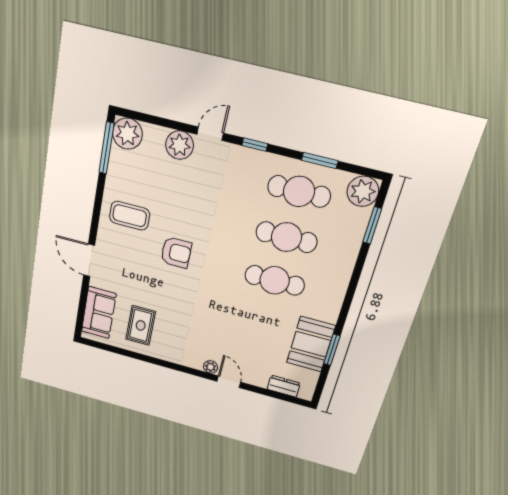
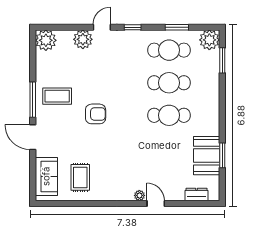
window: (106, 148) -> (33, 100), moved

